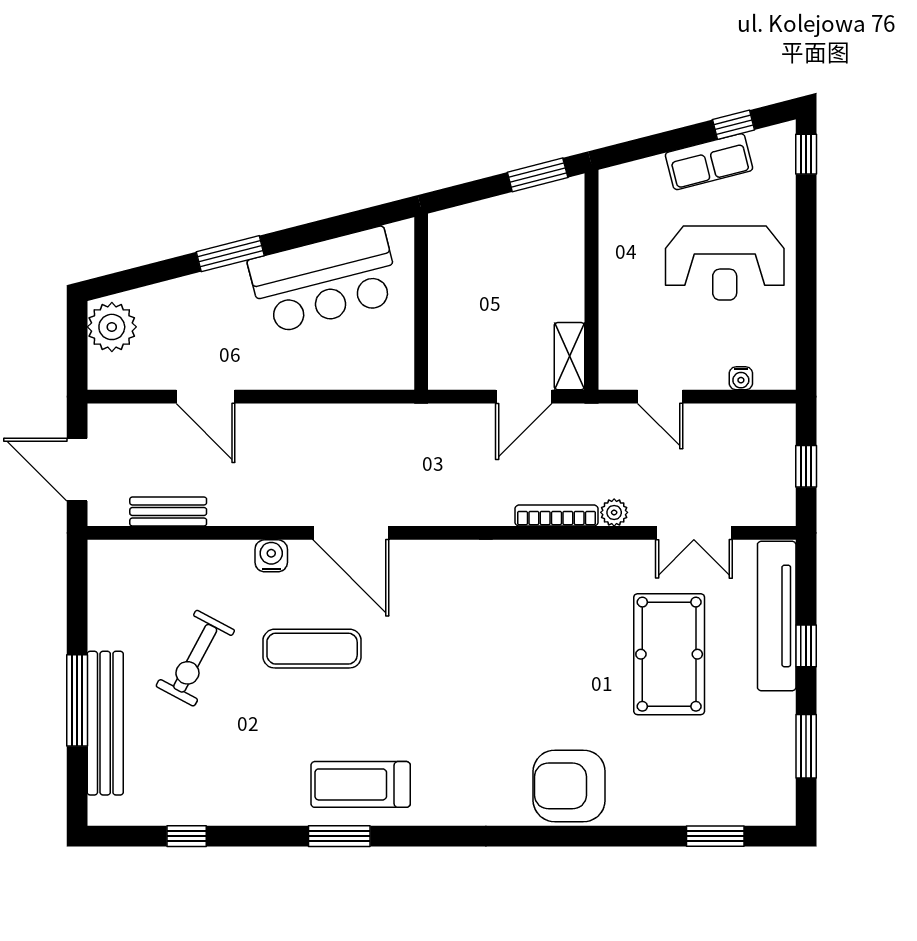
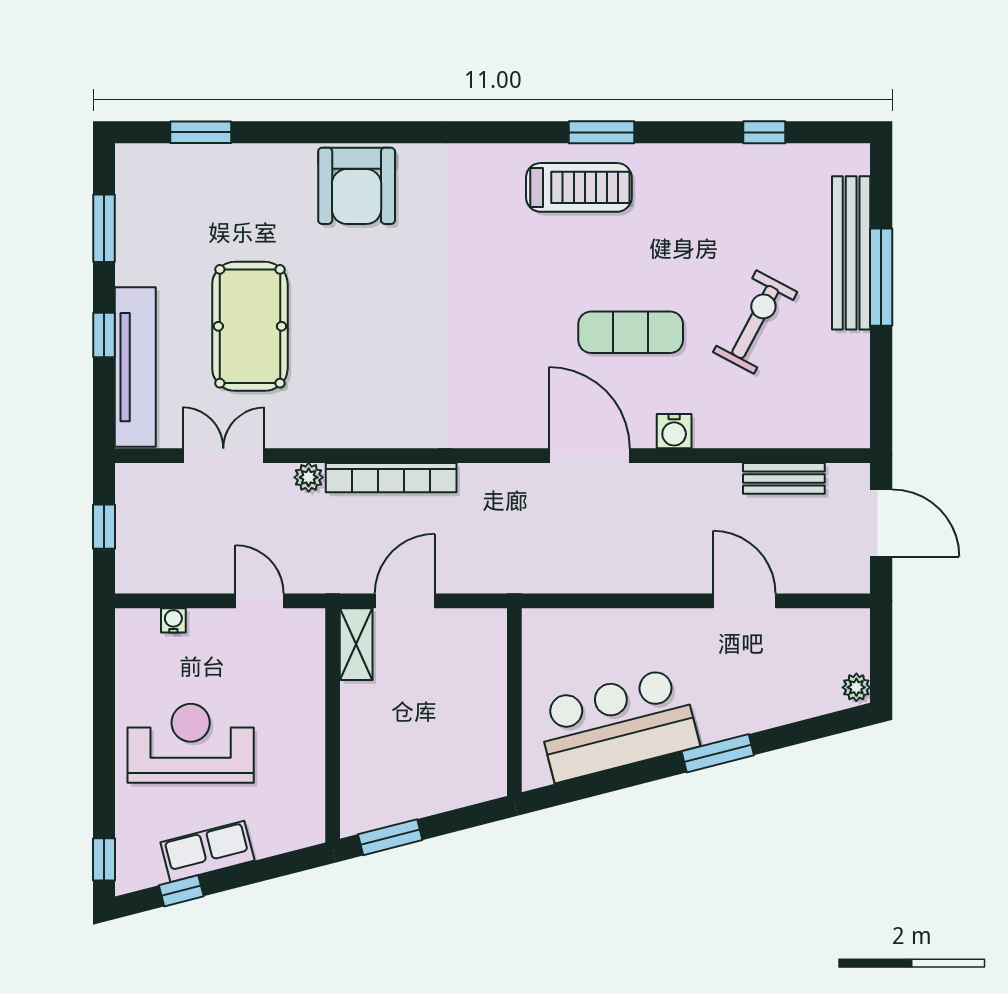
plant: (112, 327) -> (856, 687), width x0.53, depth x0.53
bookcase: (556, 516) -> (391, 478), width x1.48, depth x1.31
armchair: (569, 786) -> (357, 186), turned 90

